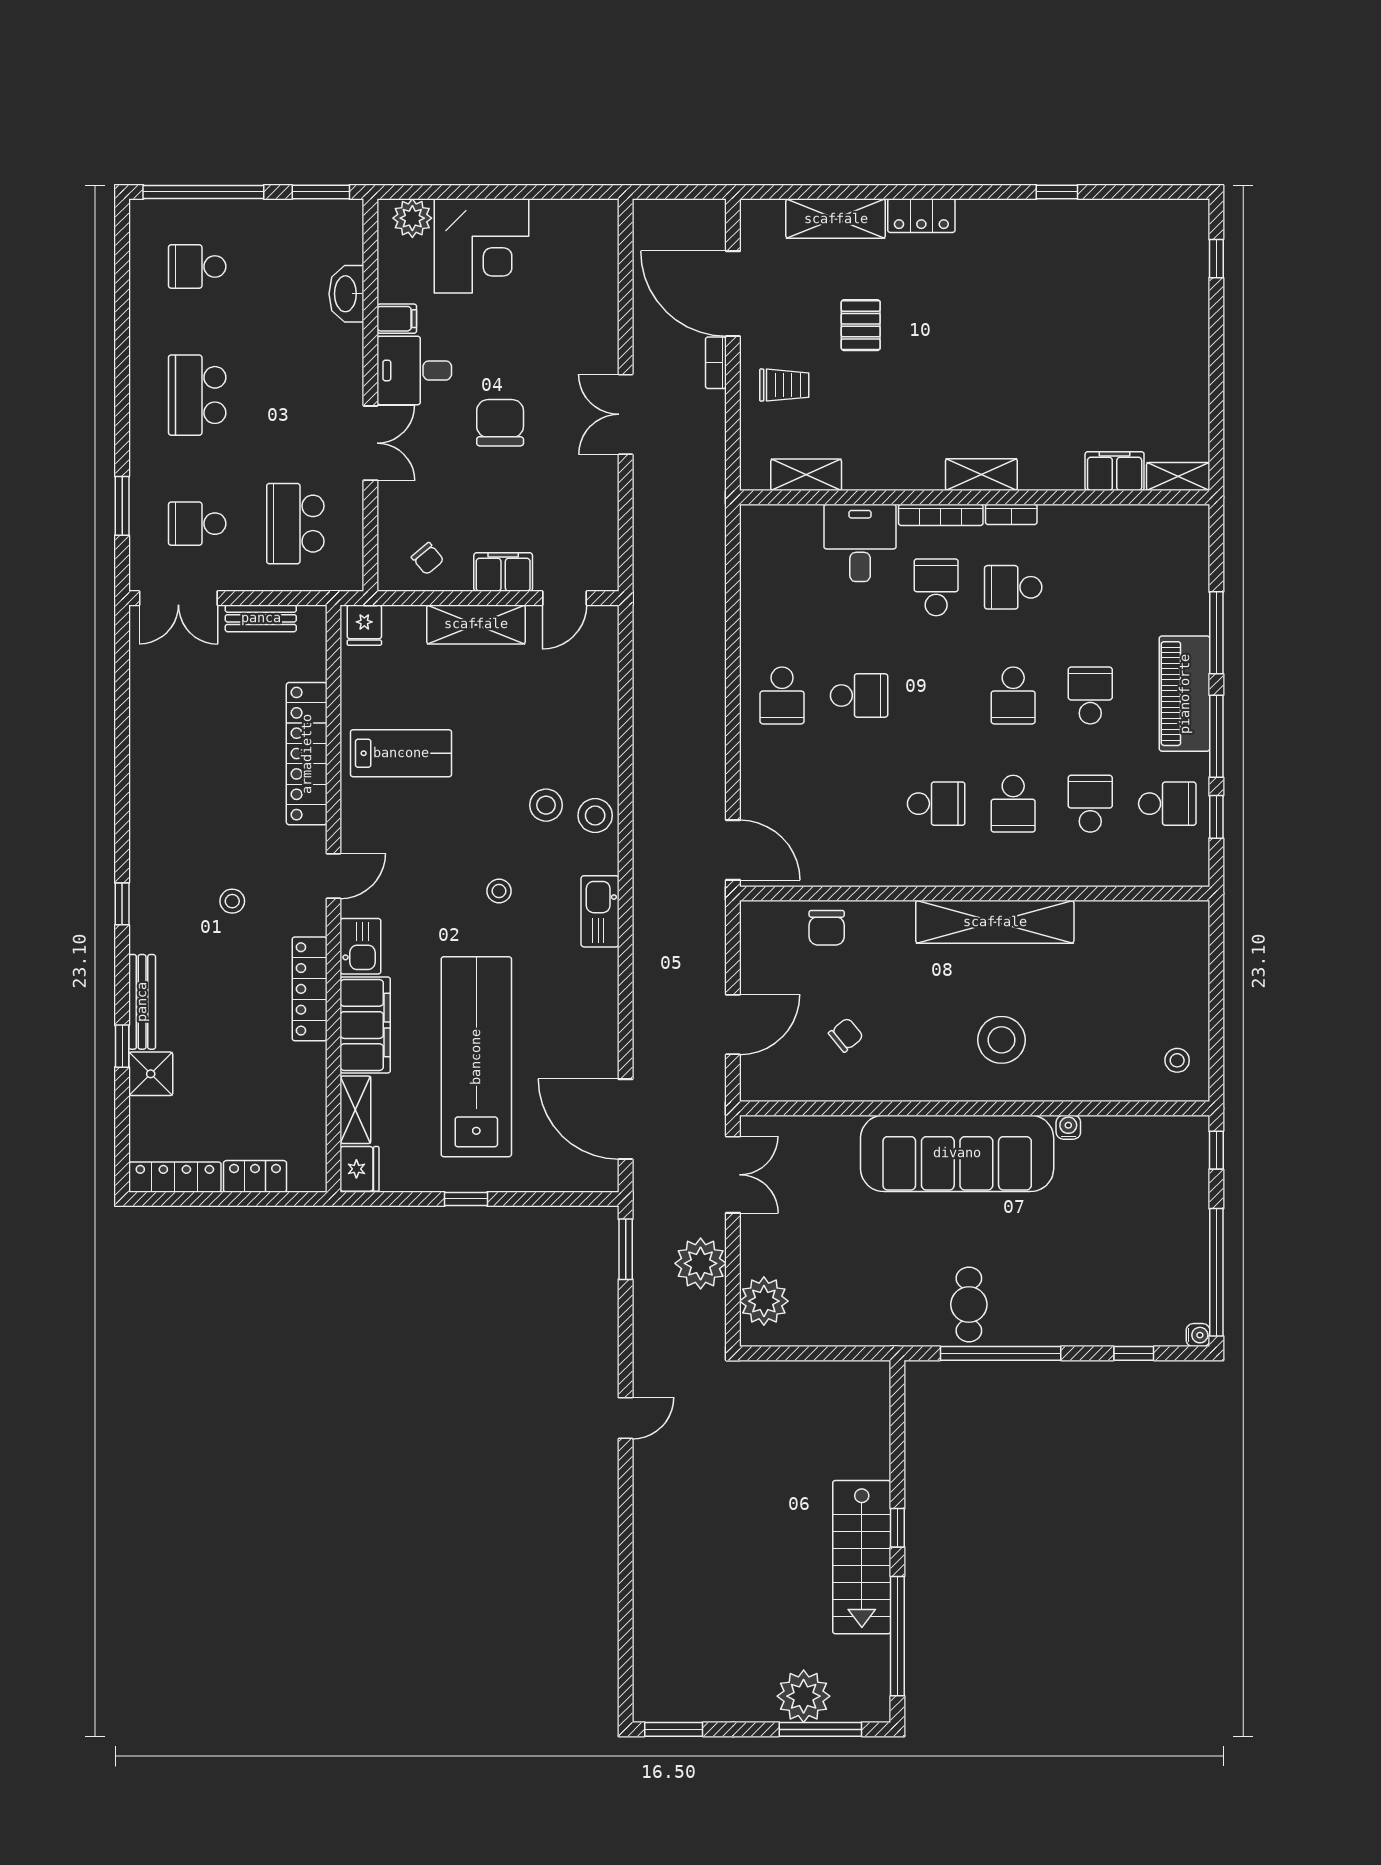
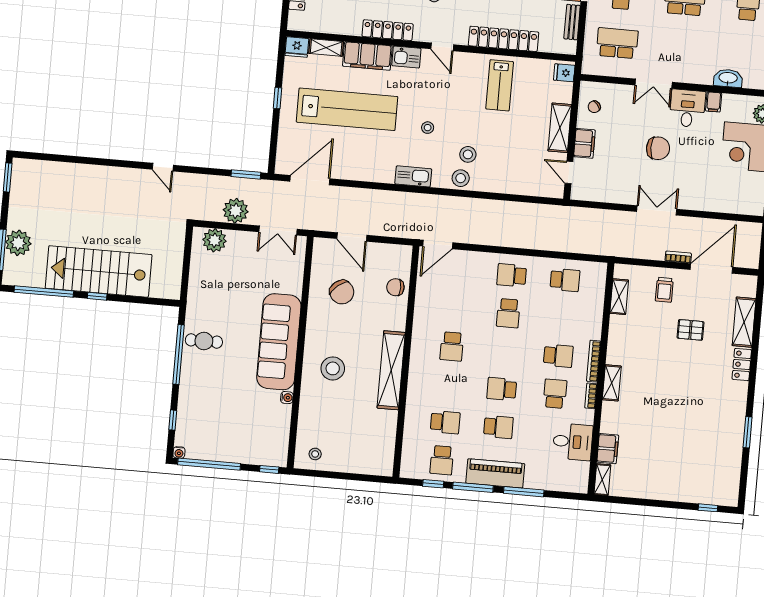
window: (1057, 192) -> (748, 432), width x1.50
desk: (860, 543) -> (573, 442), moved
school desk: (1013, 804) -> (565, 280), moved, turned 180
chair: (846, 1035) -> (342, 292), width x1.87, depth x1.87
stairs: (862, 1557) -> (99, 271), width x1.36, depth x1.51

